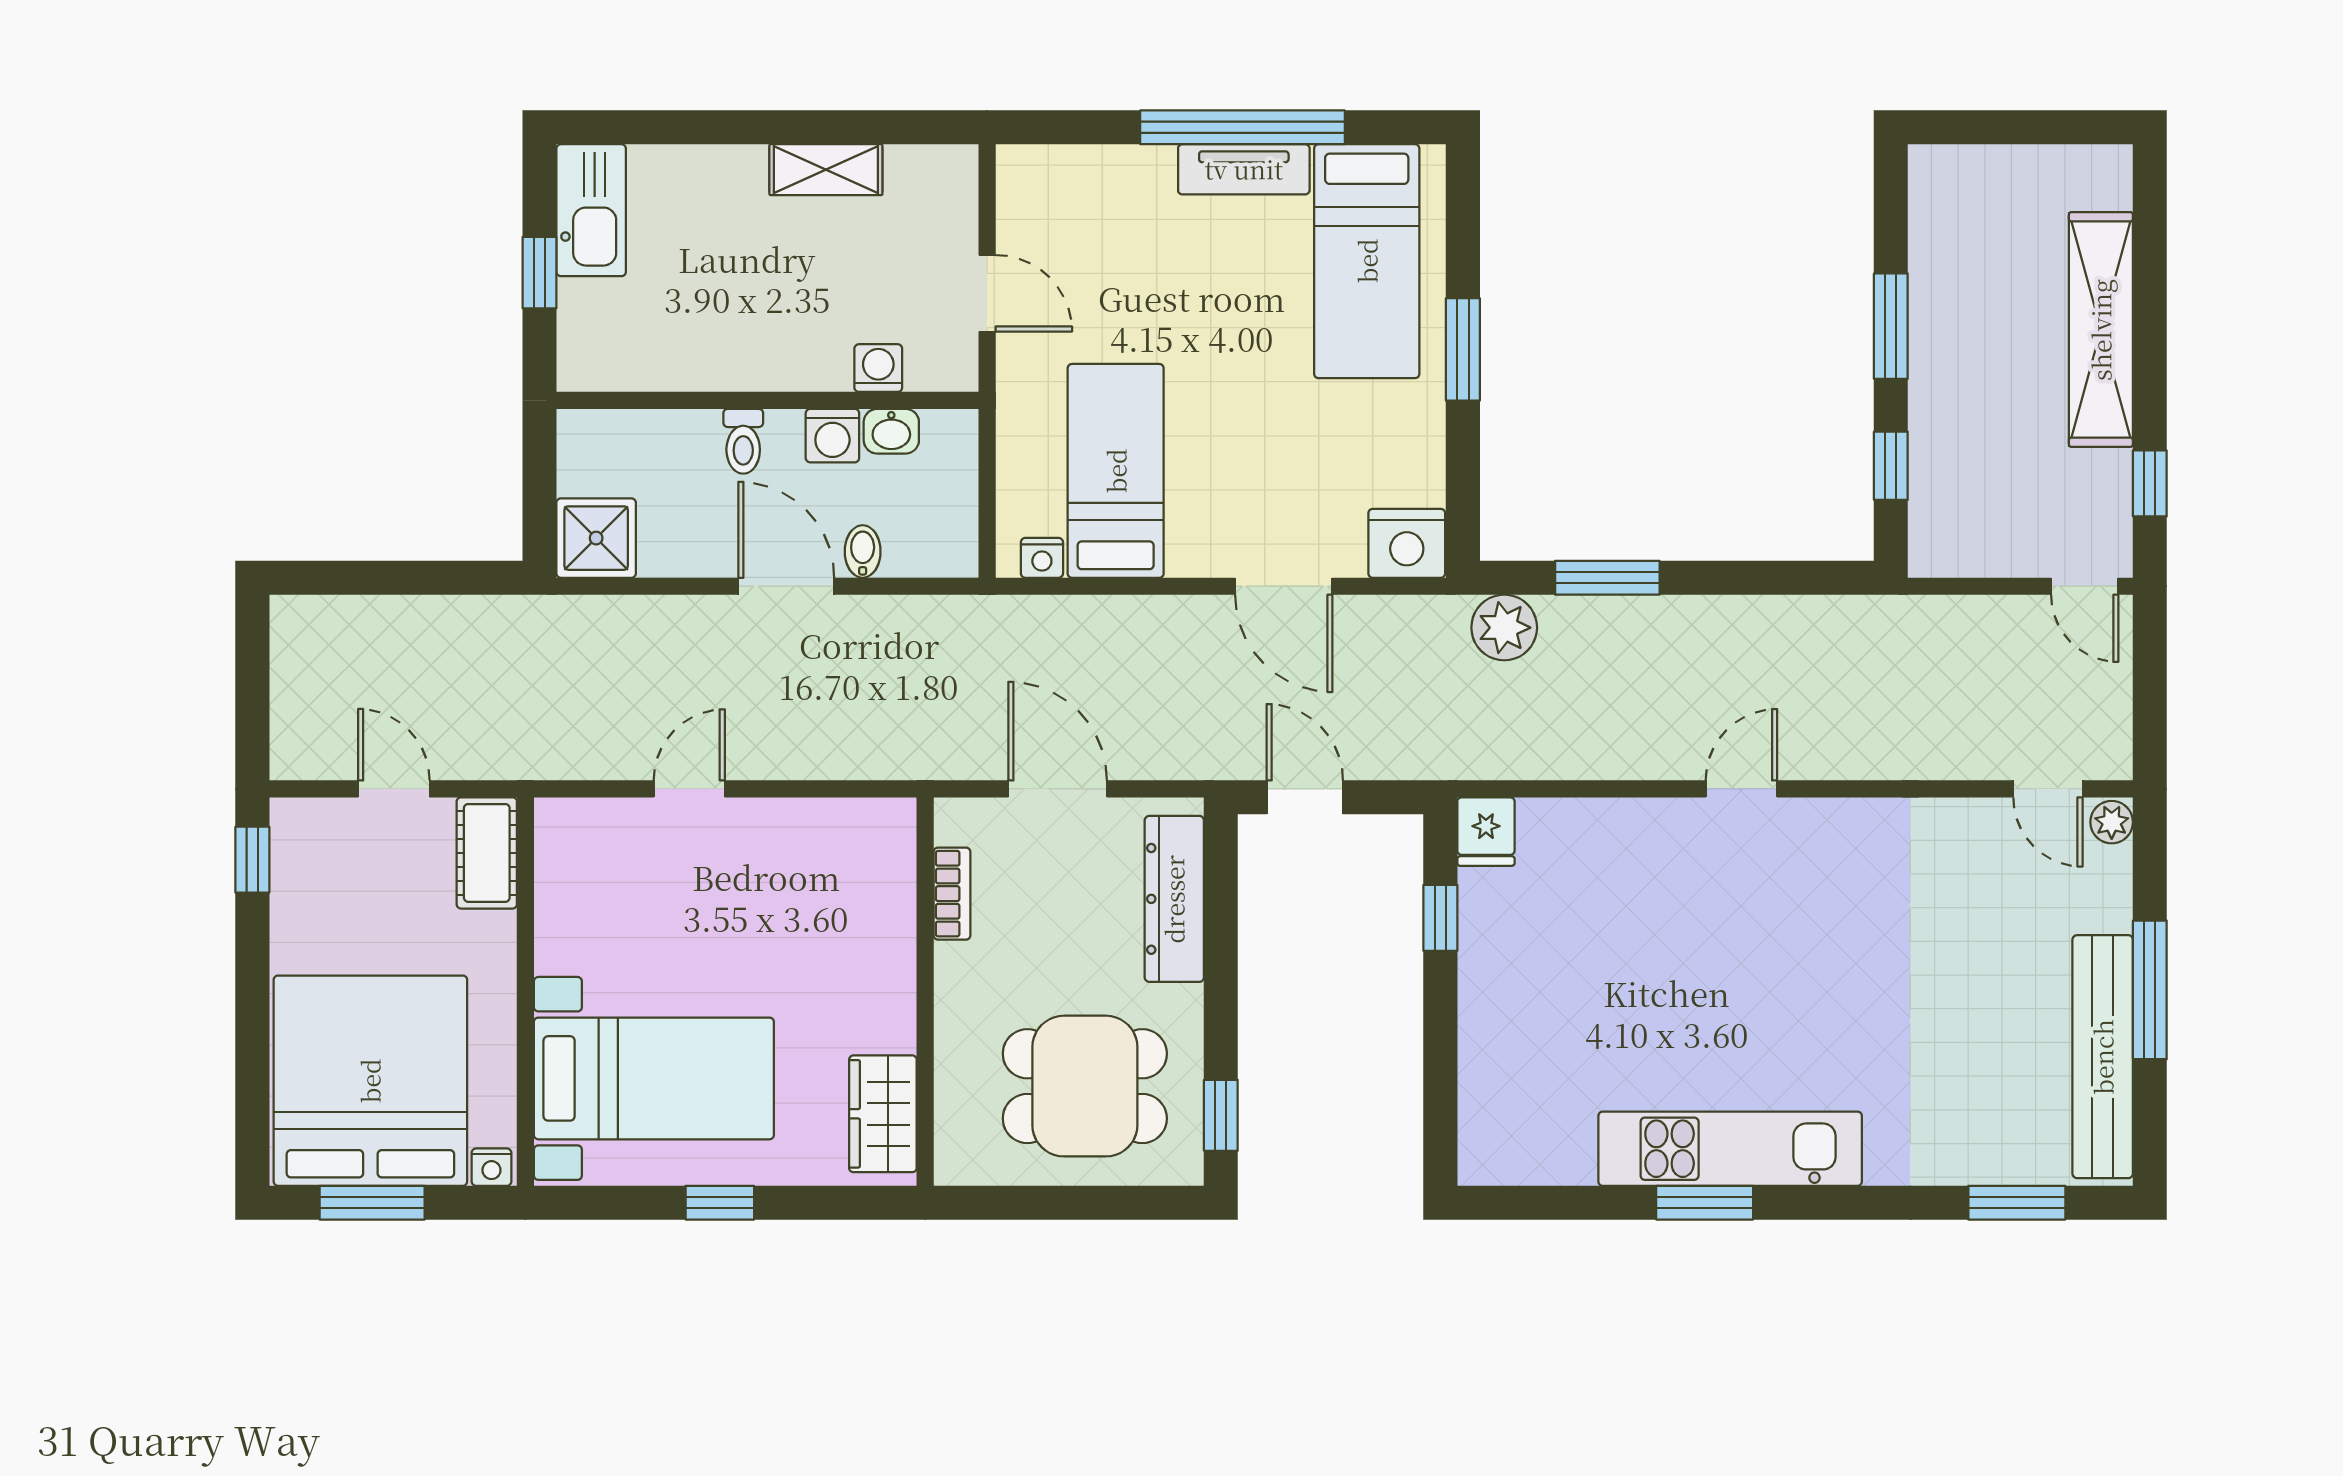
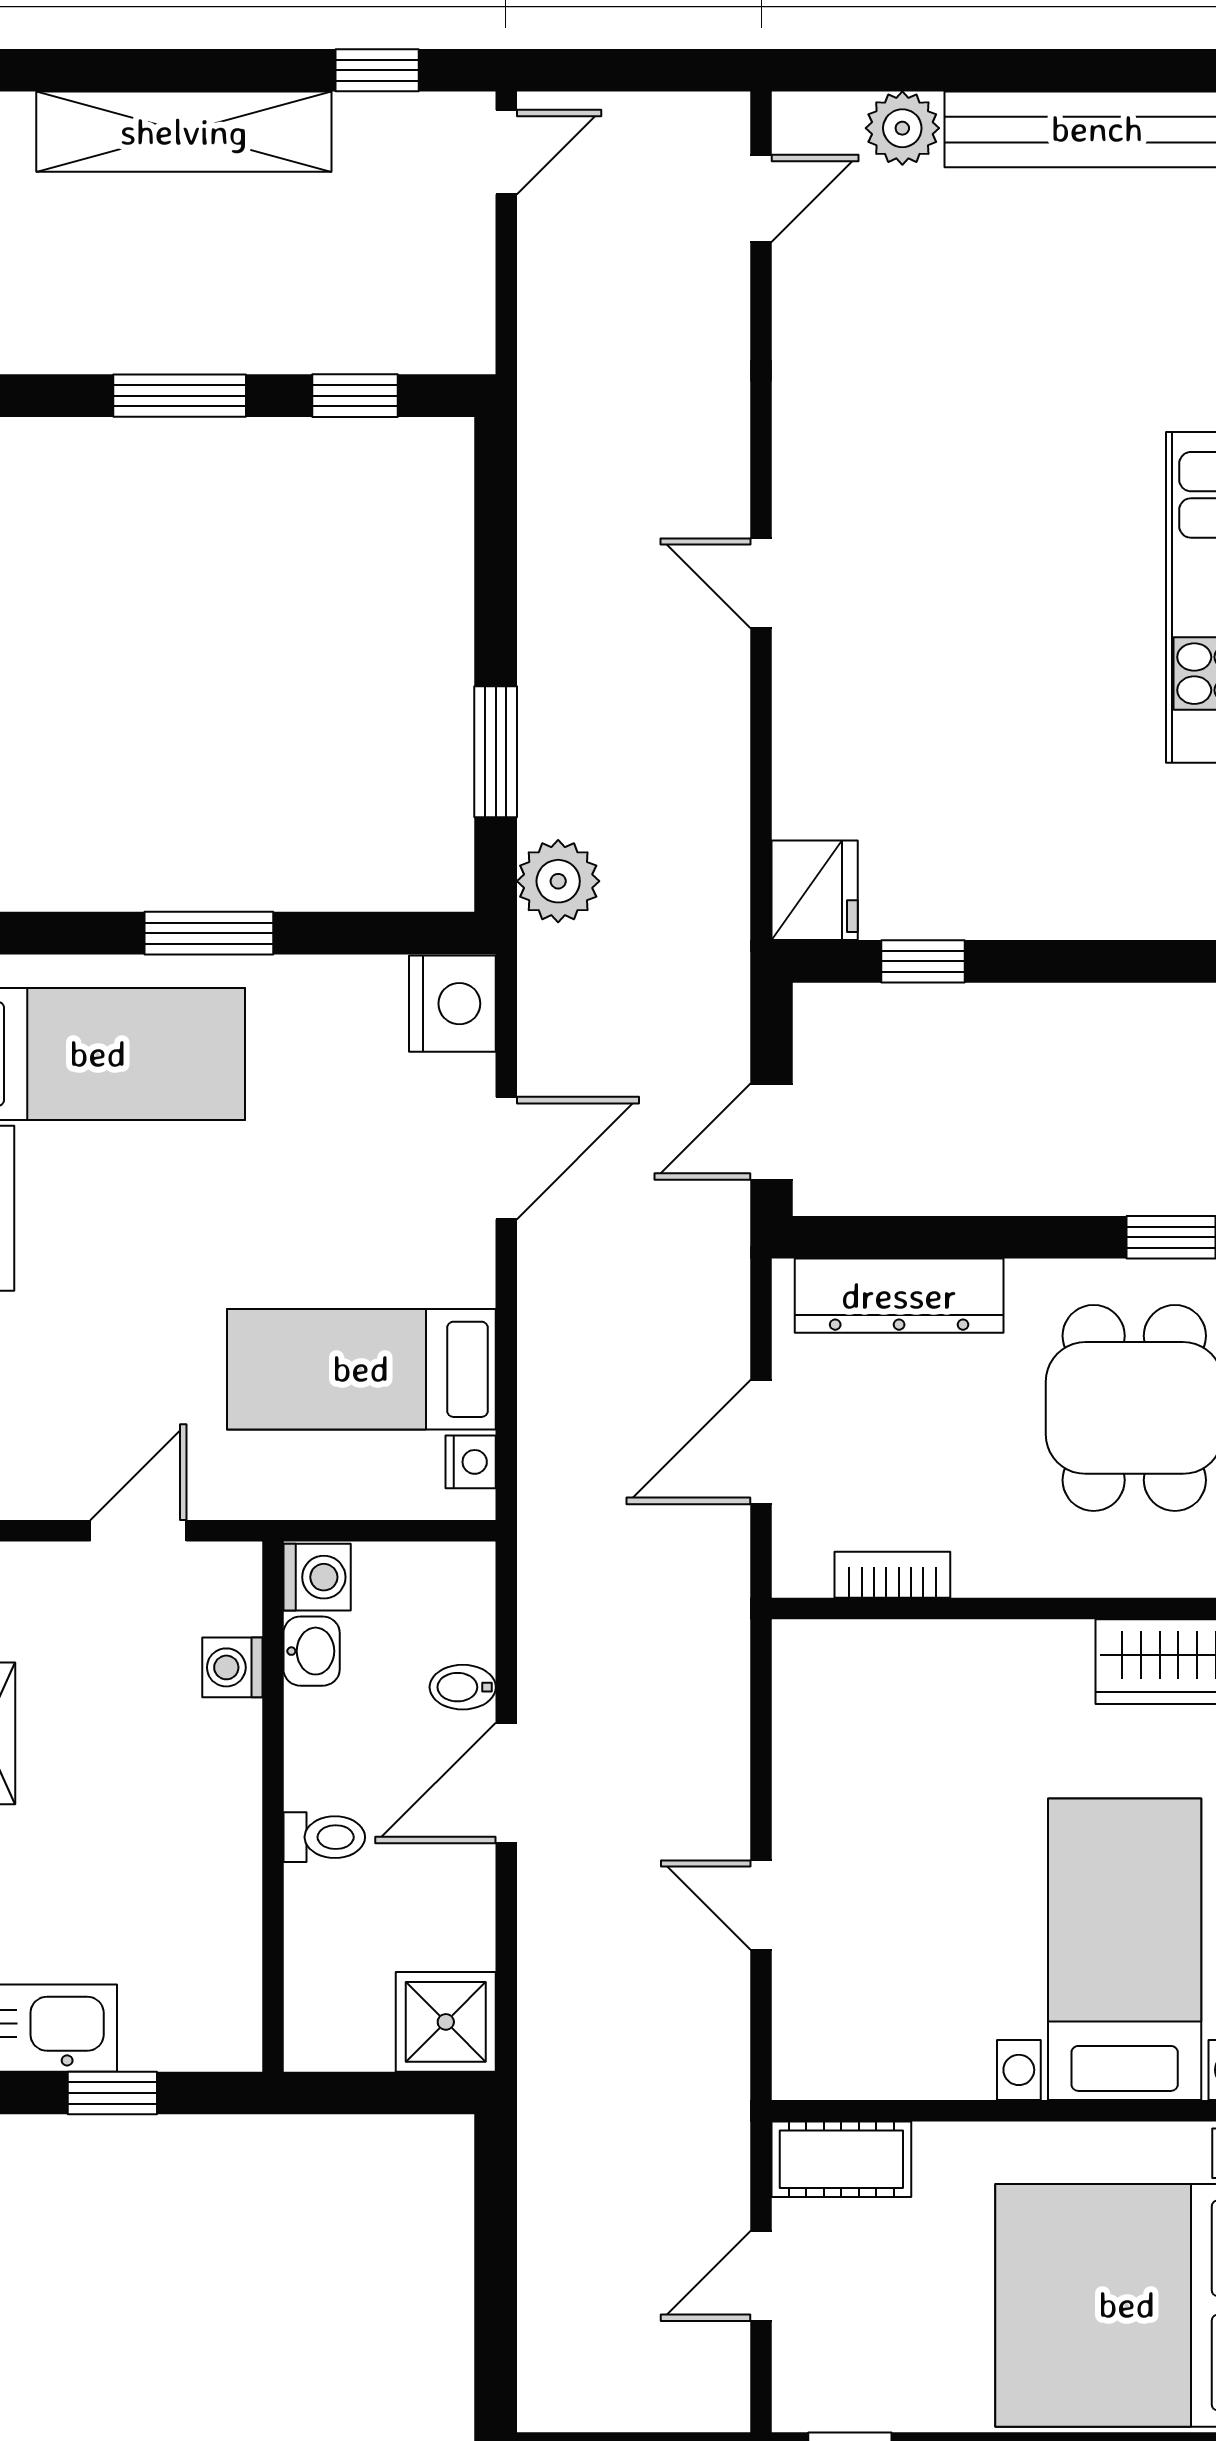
washing machine: (832, 436) -> (317, 1577), moved
plant: (2112, 822) -> (902, 128), moved, width x1.38, depth x1.38
fridge: (1486, 832) -> (815, 890), width x1.38
window: (2150, 990) -> (1013, 70), removed

